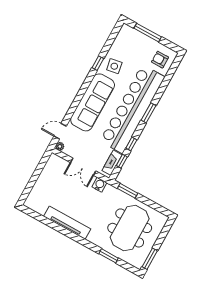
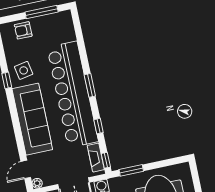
window: (148, 33) -> (42, 12), moved
armchair: (160, 60) -> (23, 30), moved
window: (122, 161) -> (106, 160), moved

